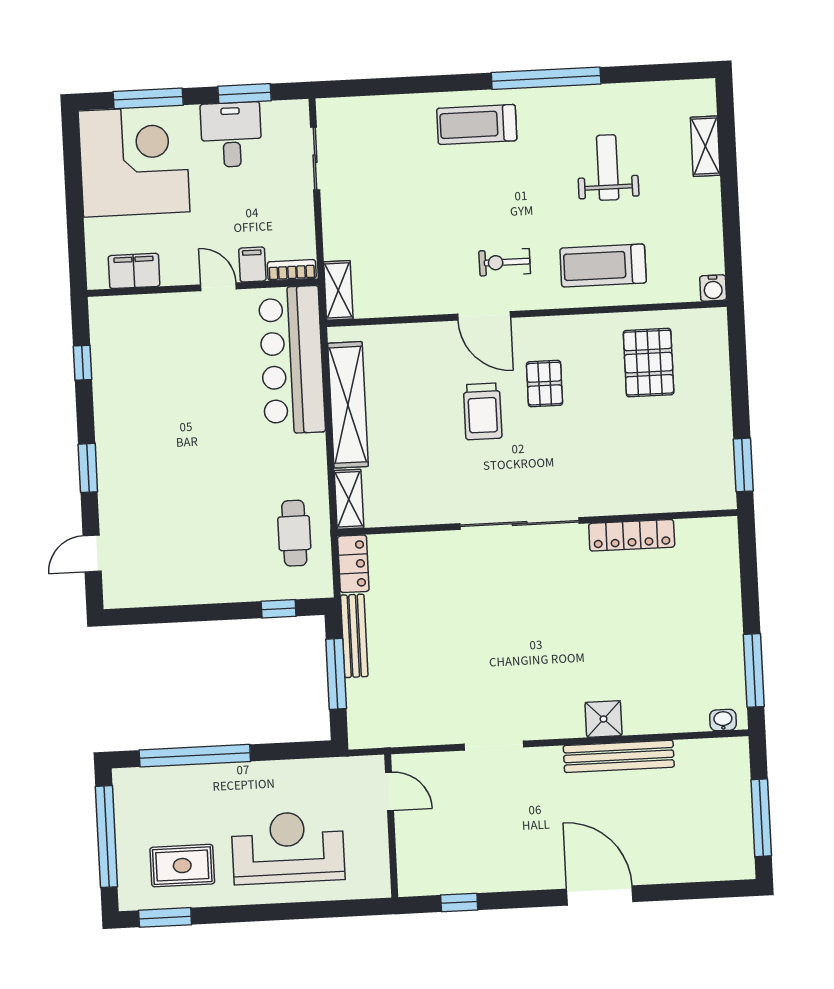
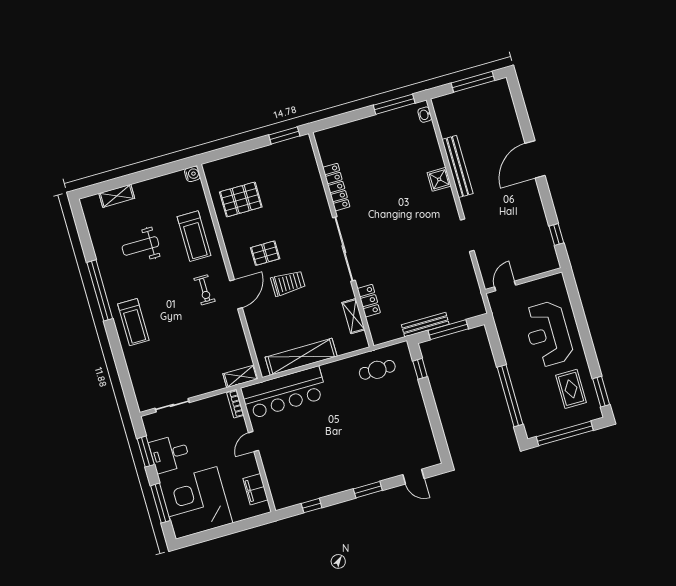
filing cabinet: (252, 265) -> (237, 426), removed
shelving: (349, 499) -> (353, 316), moved, turned 90
locker: (353, 564) -> (369, 301), moved, turned 90

